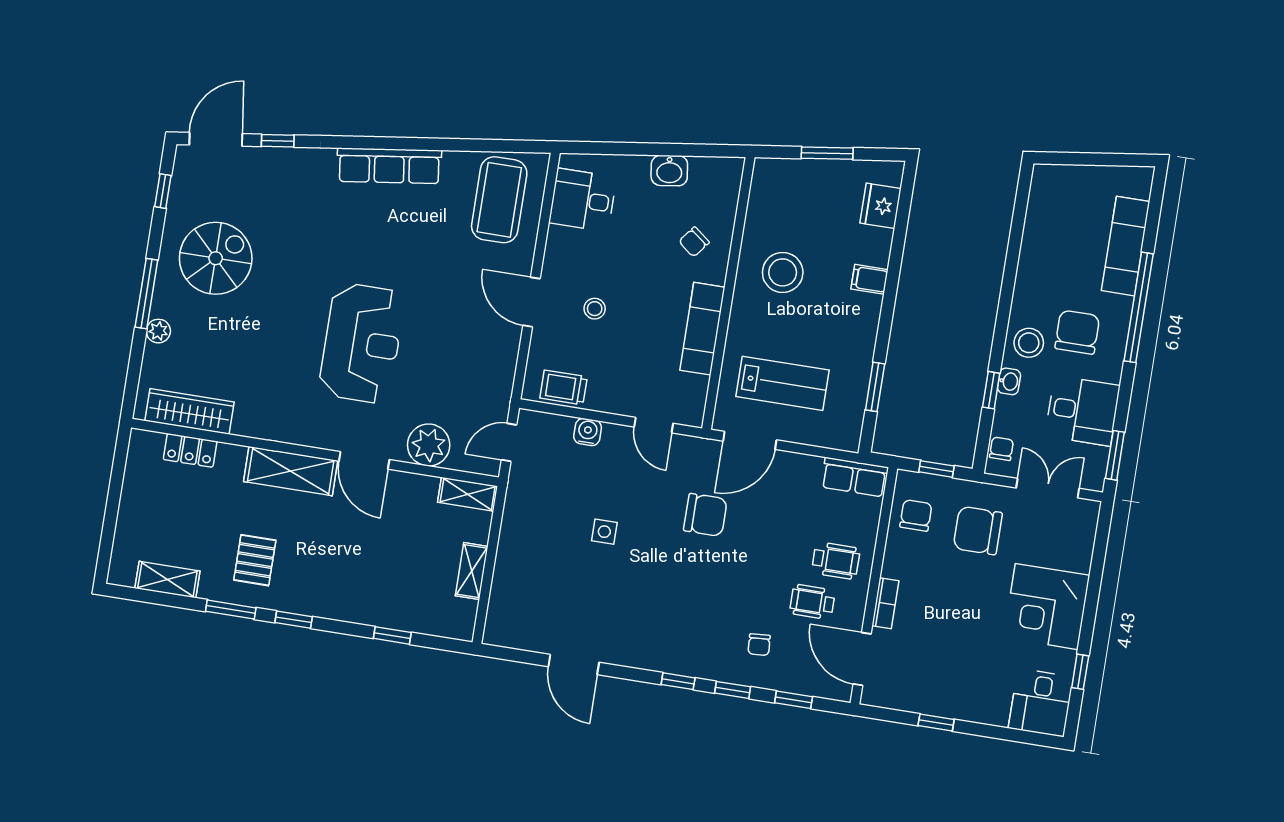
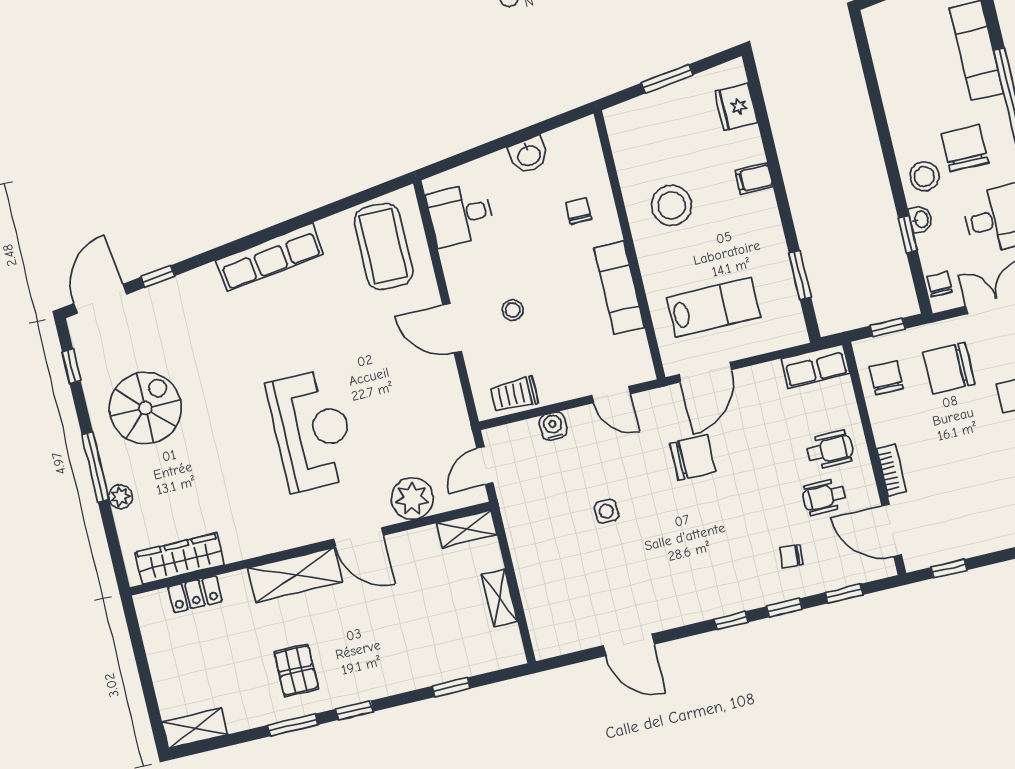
chair: (694, 242) -> (579, 211), turned 142
shelving: (167, 580) -> (195, 728), moved
chair: (759, 645) -> (791, 556), turned 99
window: (936, 723) -> (949, 569), moved

